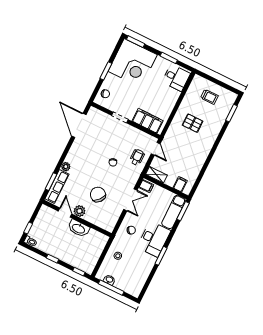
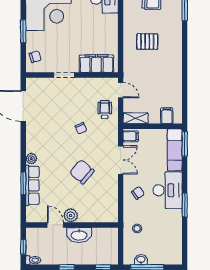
plant: (80, 211) -> (71, 215), moved
door: (65, 212) -> (55, 225), moved
wall: (77, 218) -> (72, 225), moved
washbasin: (79, 228) -> (79, 235), moved

